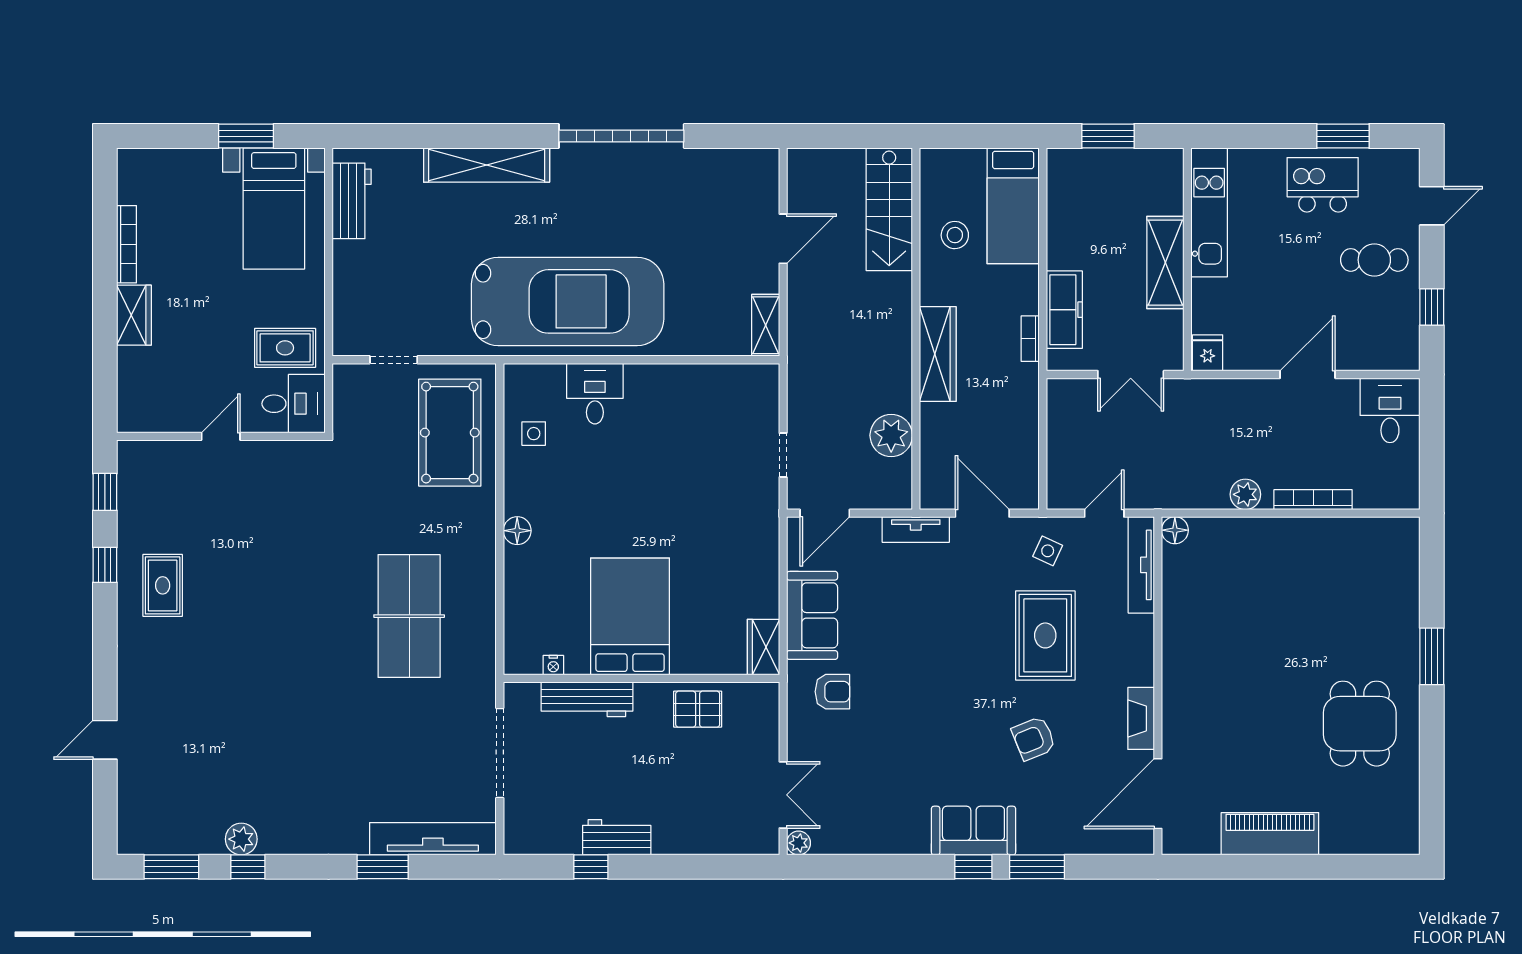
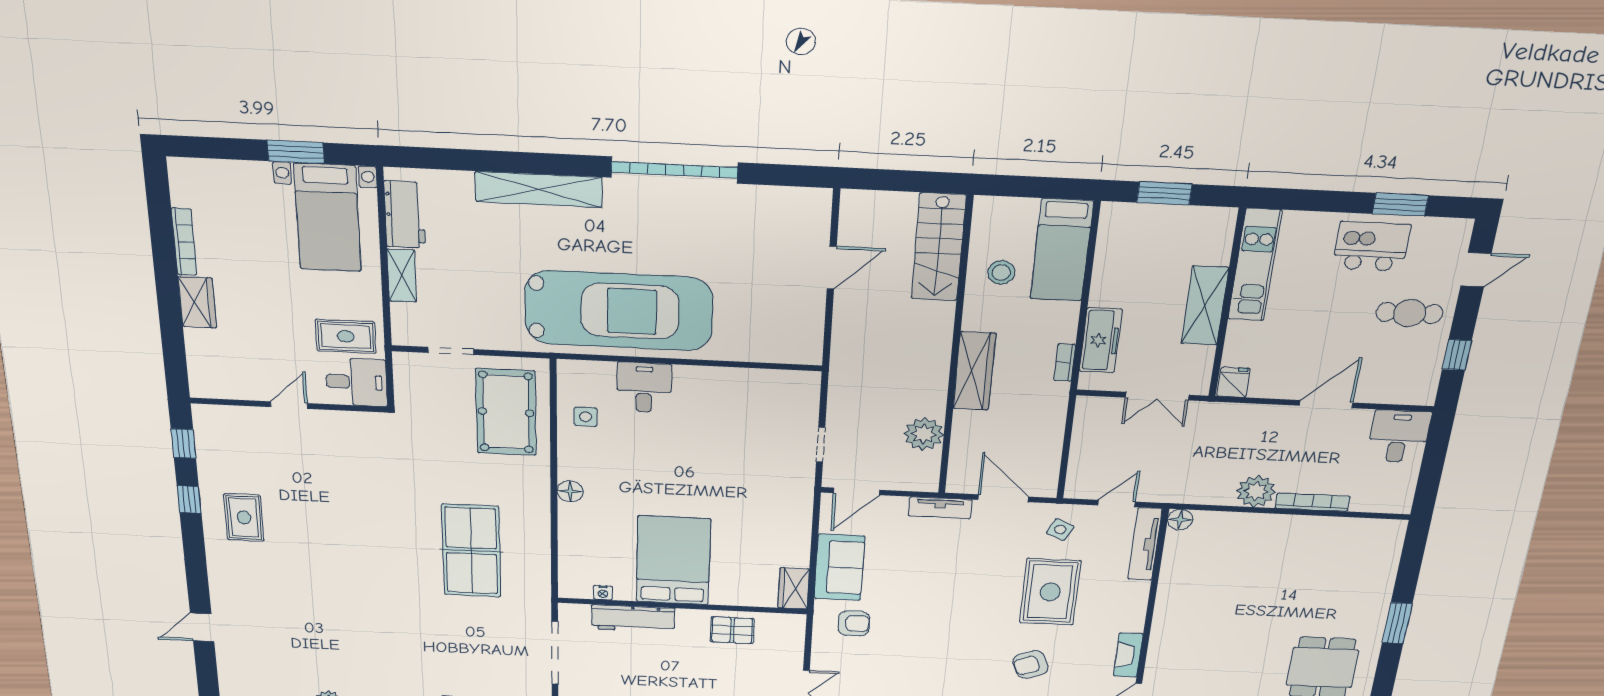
shelving: (766, 325) -> (402, 276), moved
plant: (1245, 494) -> (1256, 491), width x1.36, depth x1.36

